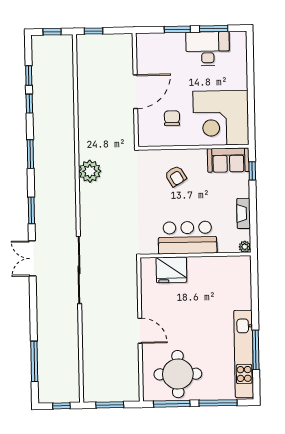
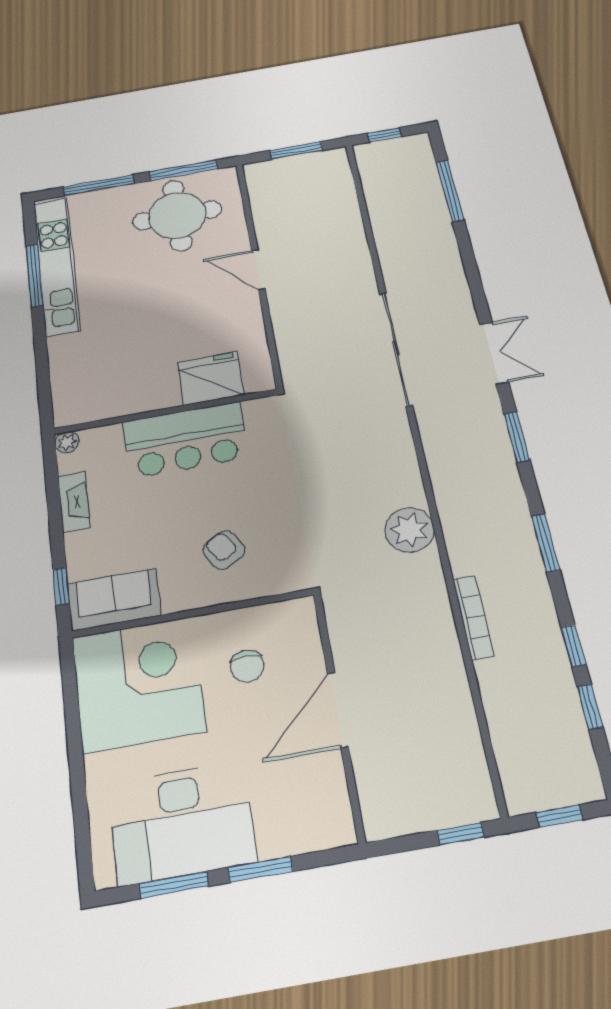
desk: (208, 49) -> (182, 823), width x1.36, depth x1.30
bookcase: (70, 124) -> (473, 617), added

